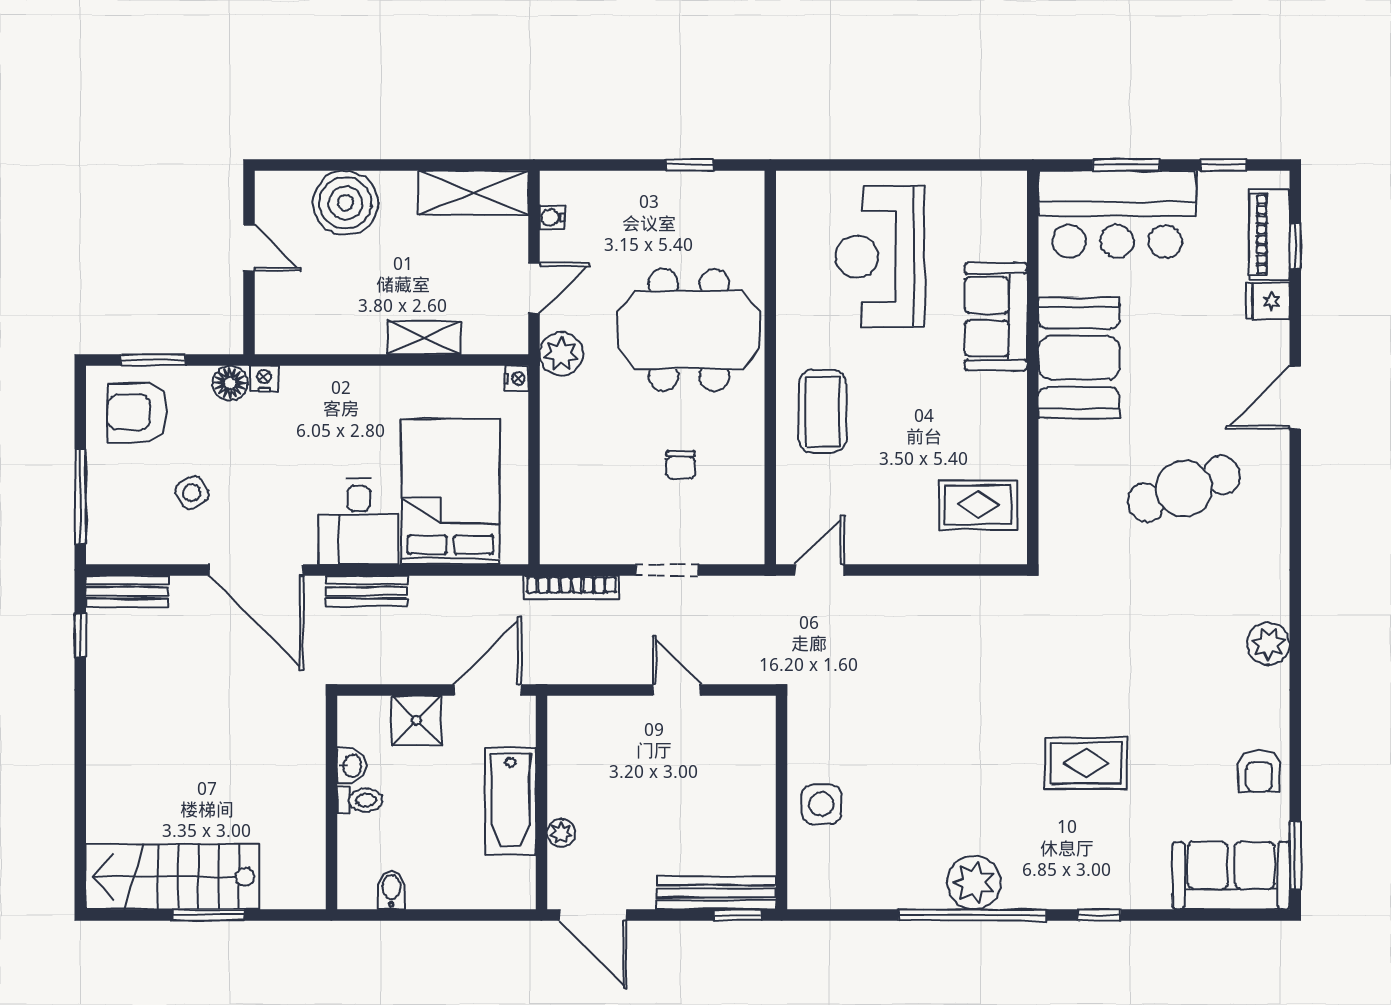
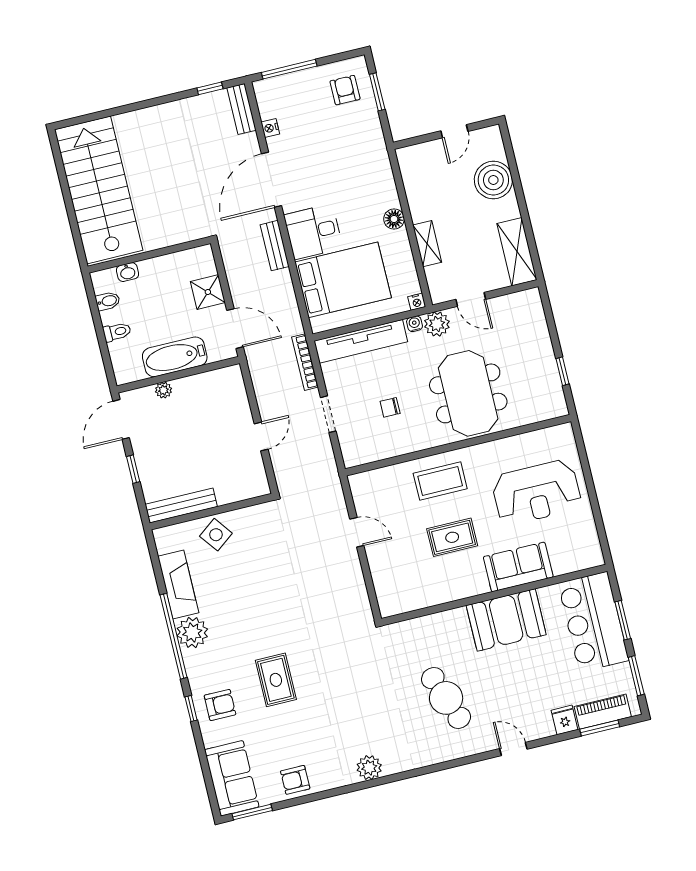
window: (1223, 165) -> (636, 676), width x1.50
water cooler: (552, 217) -> (415, 324), moved
window: (1295, 246) -> (600, 728), width x1.50
reception desk: (880, 257) -> (536, 492), turned 180
nightstand: (264, 379) -> (270, 128), moved, turned 180
floor lamp: (230, 383) -> (394, 219), moved
door: (1295, 398) -> (513, 749), width x0.73
armchair: (137, 412) -> (345, 90), width x0.72, depth x0.72
tv unit: (559, 487) -> (361, 341), added
side table: (192, 493) -> (307, 132), removed
rug: (978, 505) -> (452, 537), moved, turned 90
door: (820, 570) -> (357, 532), moved
washbasin: (351, 766) -> (128, 272), moved
toilet: (360, 800) -> (117, 332), moved, turned -90
side table: (822, 804) -> (216, 535), turned -37
armchair: (1105, 866) -> (220, 705), added
stairs: (172, 877) -> (99, 190), width x1.36, depth x1.51
fireplace: (889, 887) -> (178, 584), added
bench: (716, 893) -> (181, 505), moved, turned 90
window: (208, 915) -> (68, 200), removed
window: (737, 915) -> (133, 469), moved

